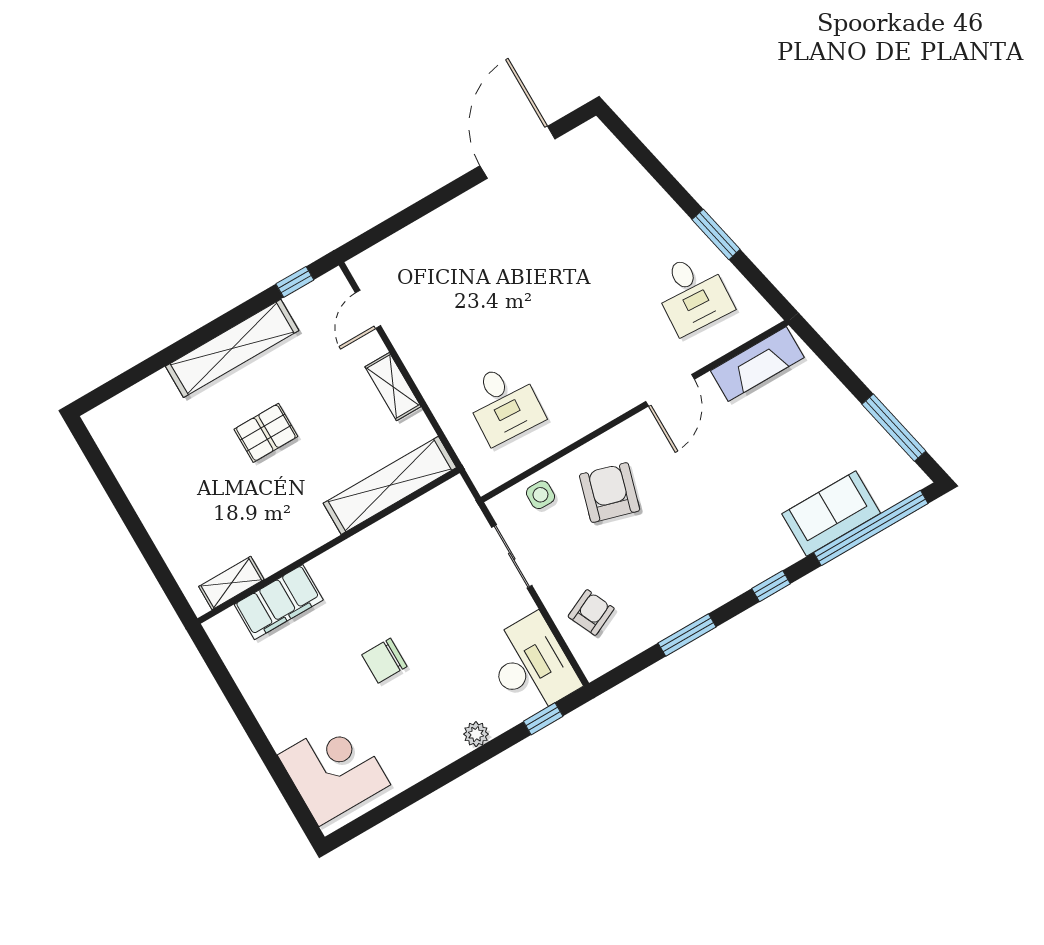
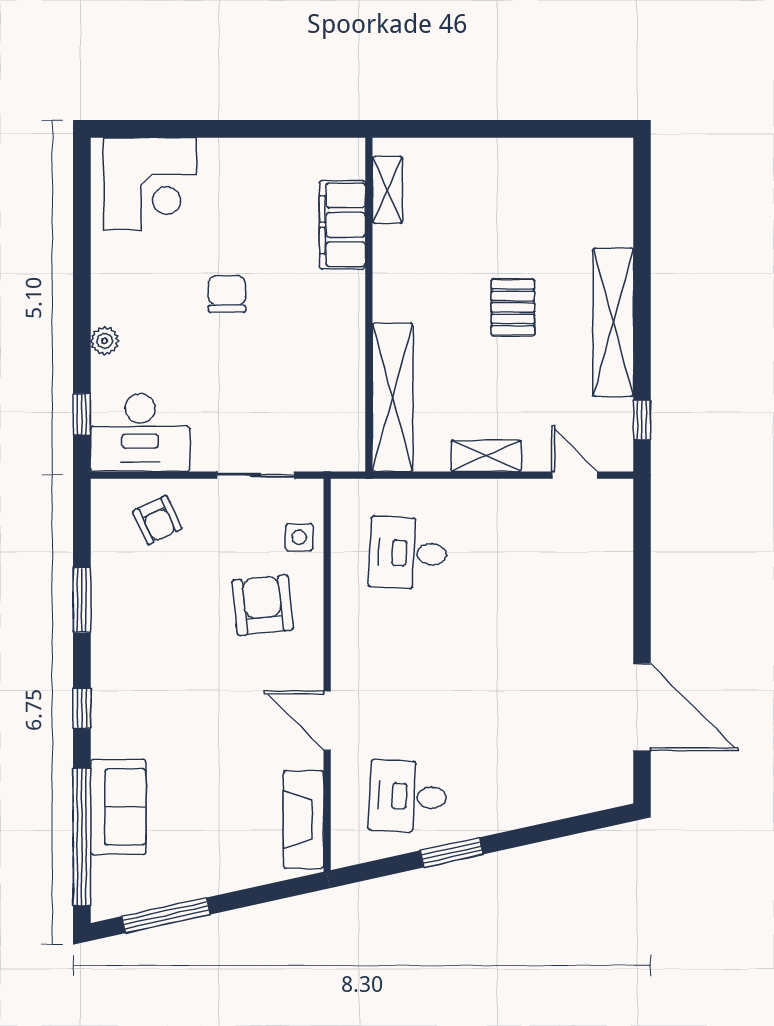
armchair: (610, 493) -> (263, 605), turned -112

